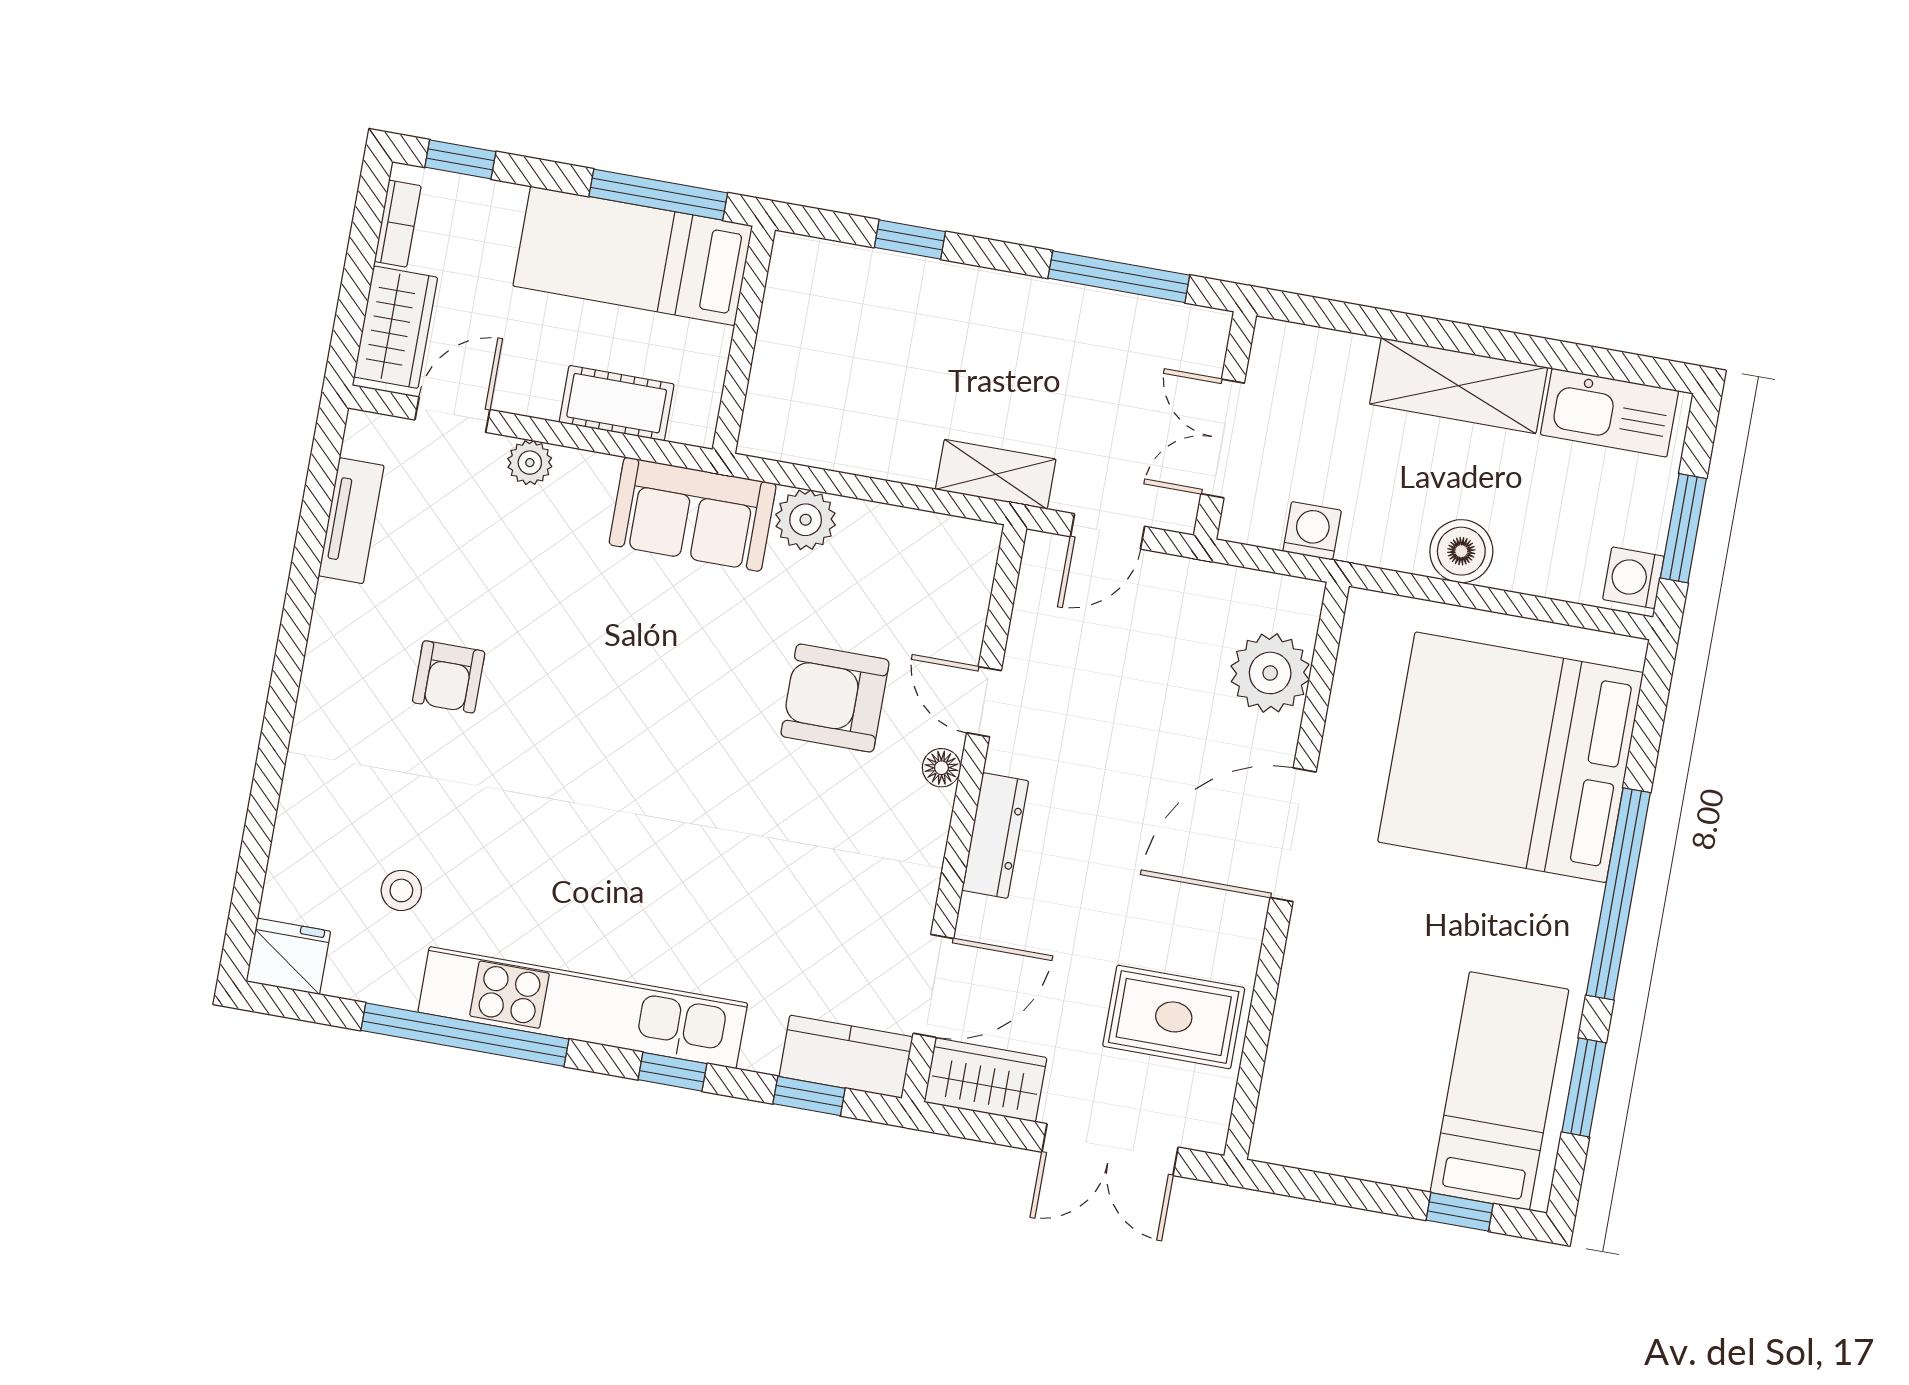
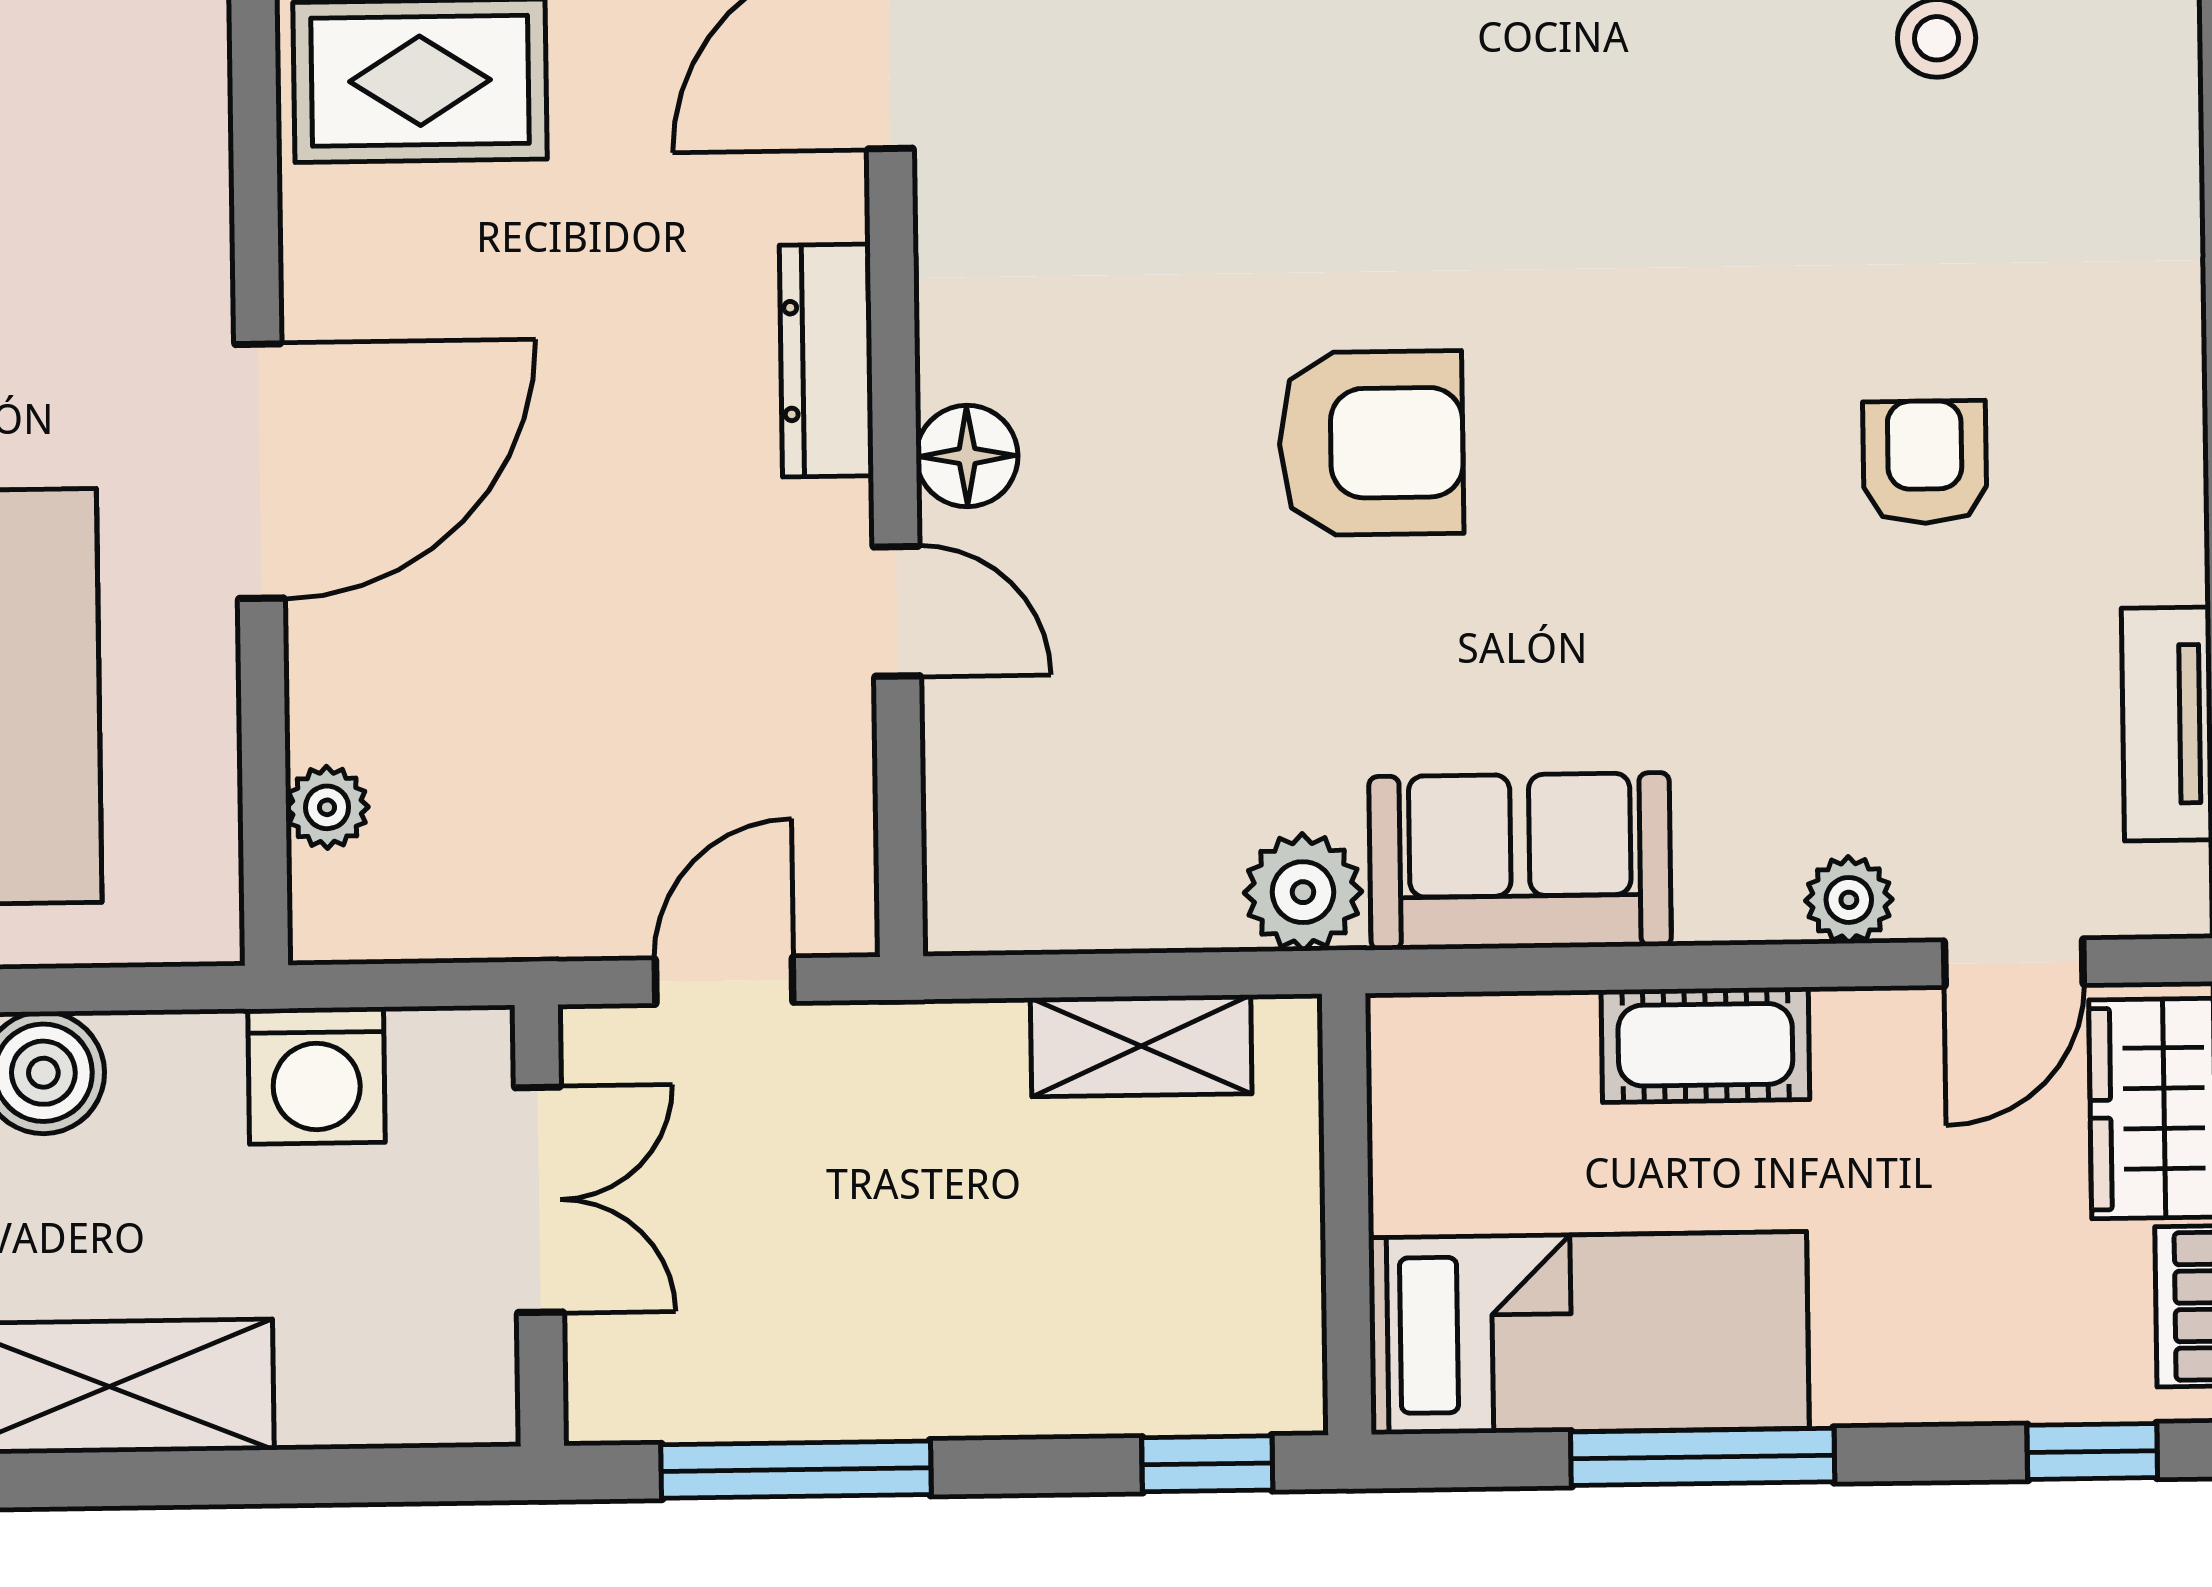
bed: (633, 256) -> (1589, 1333), moved
wall: (744, 340) -> (1347, 1214), moved
shelving: (996, 474) -> (1141, 1046), moved
washing machine: (1312, 531) -> (317, 1076), width x1.38, depth x1.38
plant: (1270, 673) -> (327, 807), width x0.53, depth x0.53
armchair: (835, 698) -> (1371, 443), moved
floor lamp: (941, 768) -> (967, 456), width x1.37, depth x1.37

